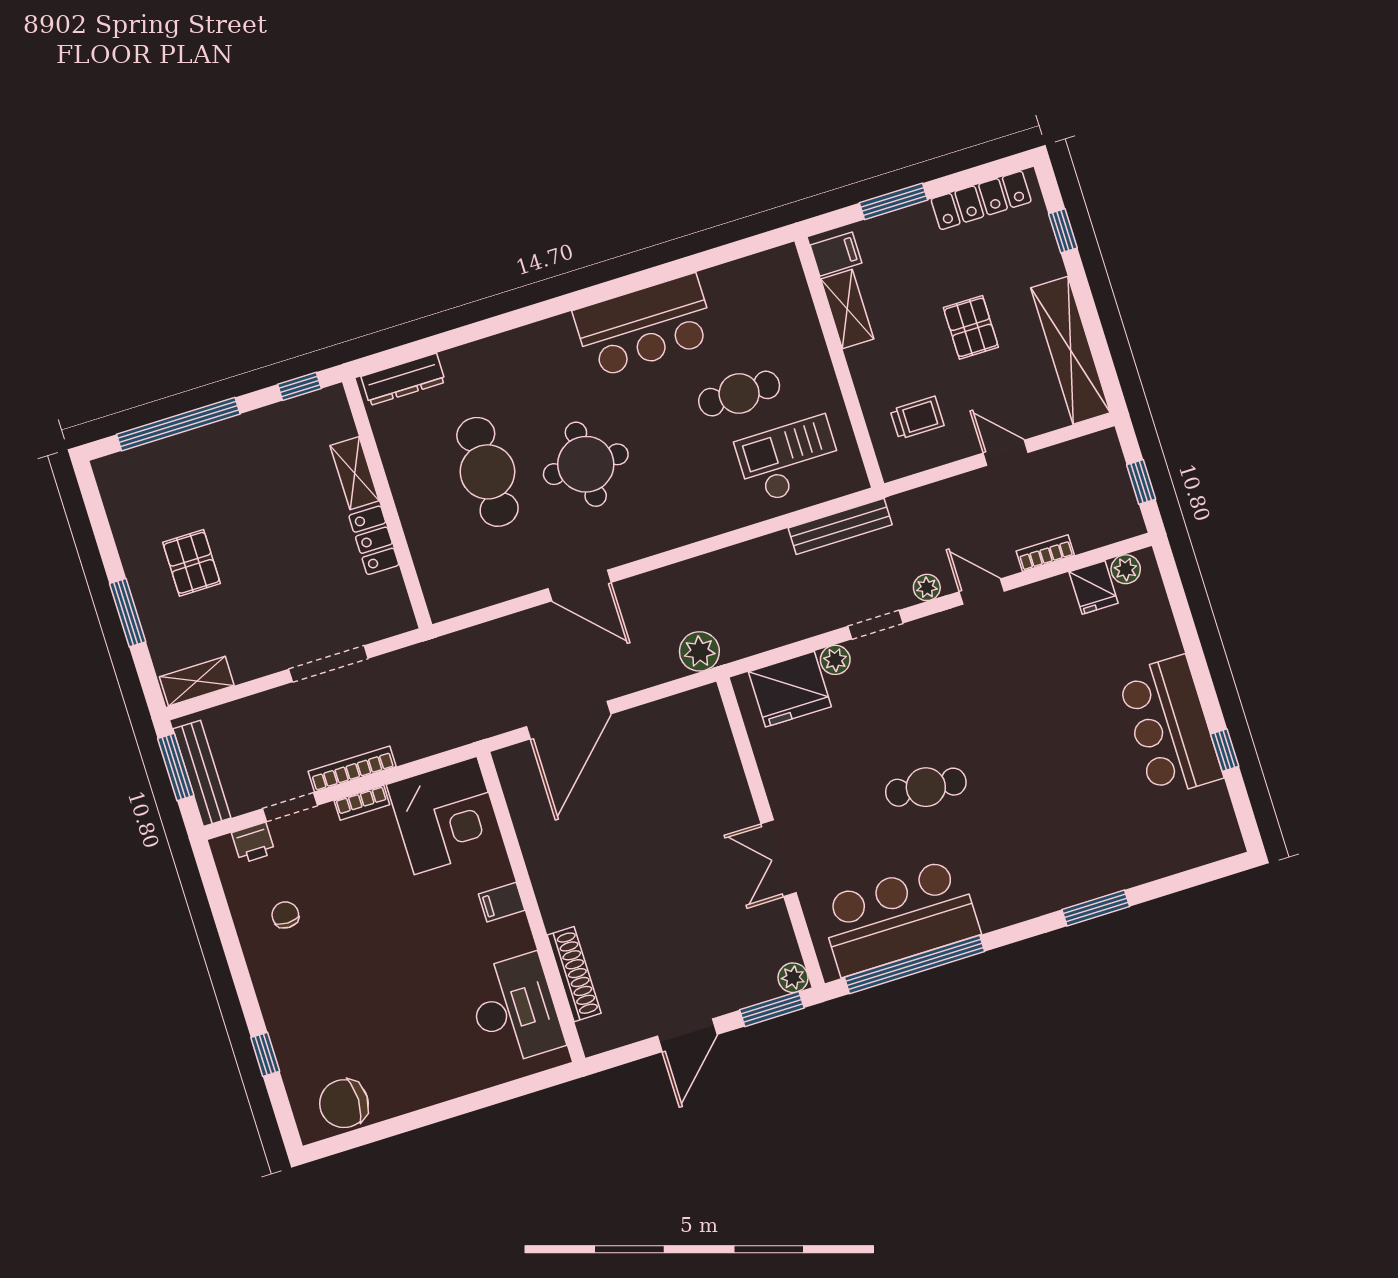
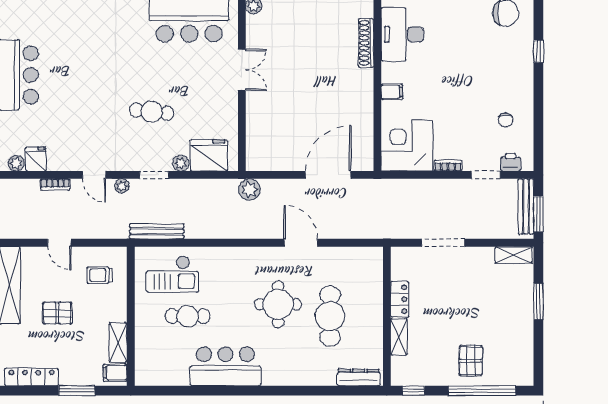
pallet: (971, 327) -> (57, 313), turned 90
pallet: (192, 563) -> (471, 361), moved
bookcase: (352, 769) -> (448, 185), removed
cafe table: (926, 787) -> (152, 112), moved

